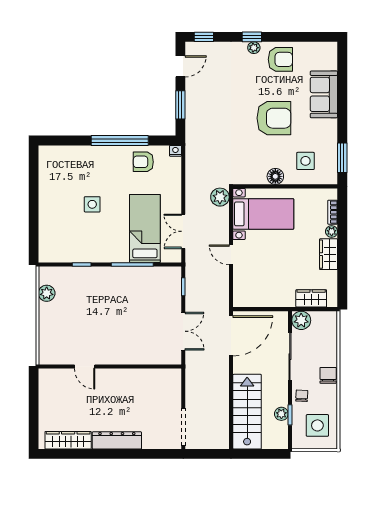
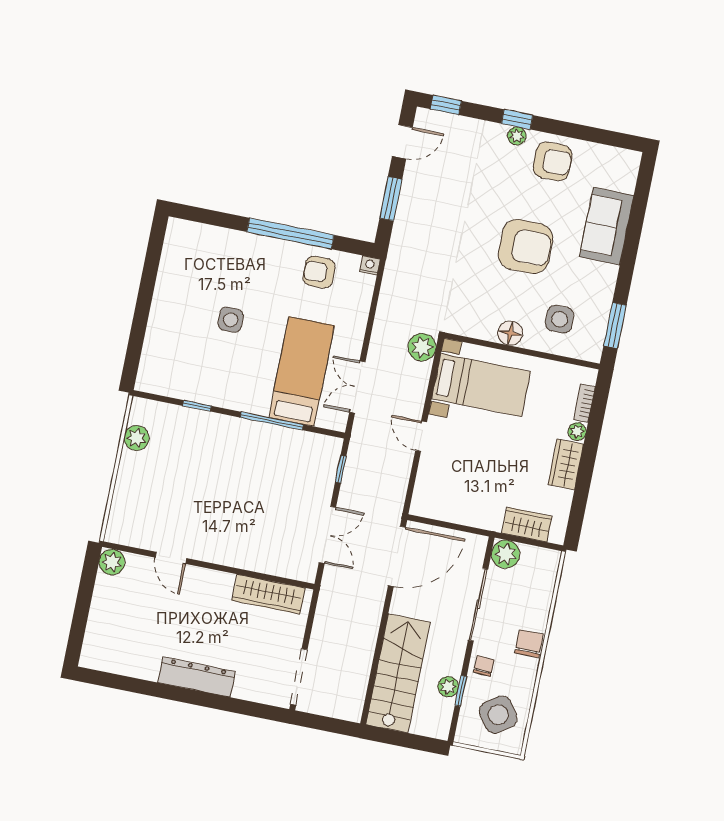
plant: (47, 377) -> (112, 562), added
side table: (317, 425) -> (498, 715), turned -35
wardrobe: (68, 440) -> (268, 594), moved, turned 180

